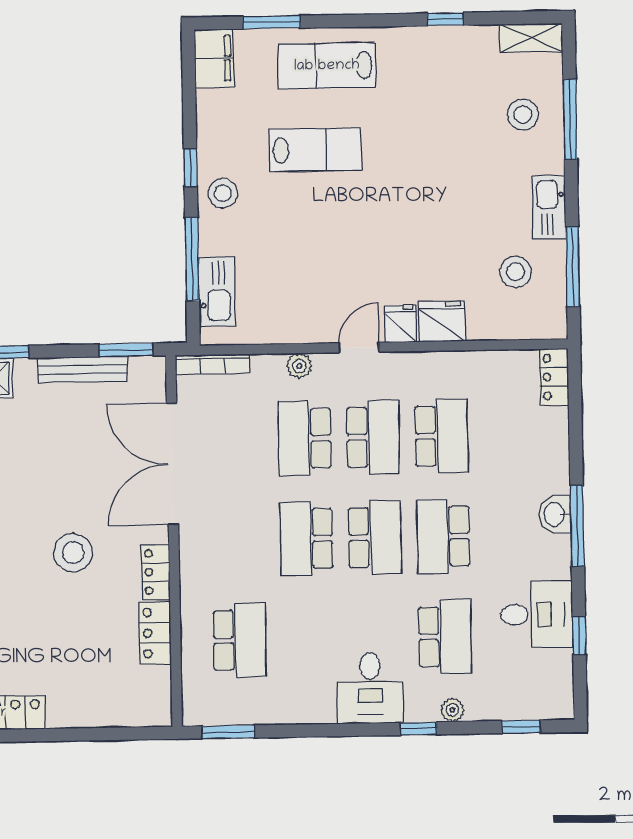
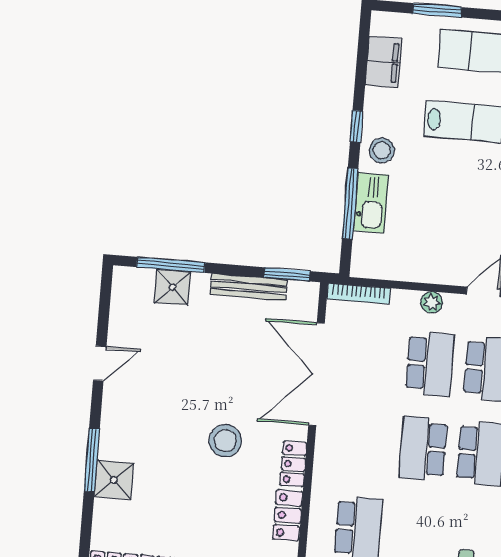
filing cabinet: (214, 58) -> (383, 62), moved
kitchen sink: (217, 292) -> (371, 203), moved
school desk: (305, 438) -> (430, 364), turned 180

